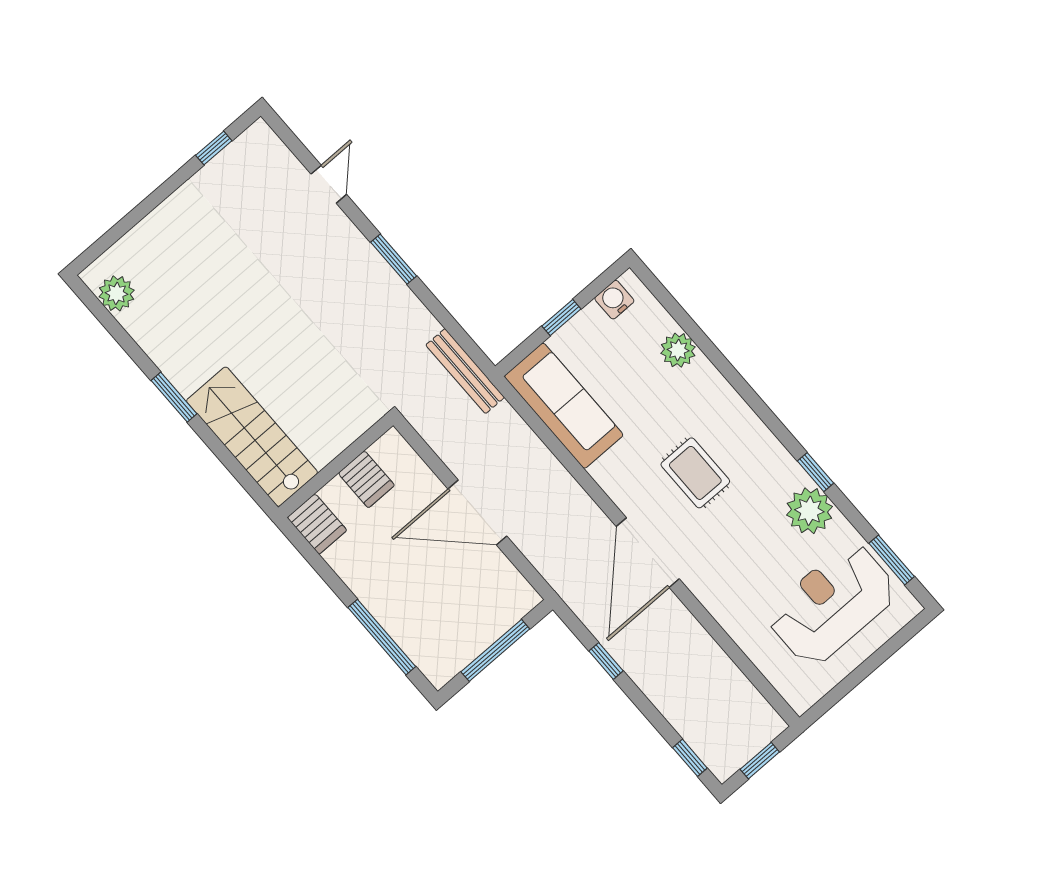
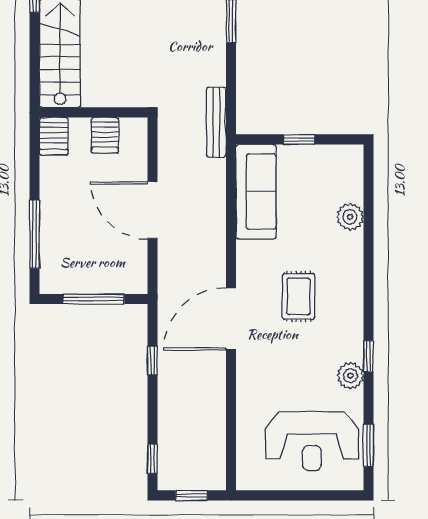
water cooler: (614, 300) -> (338, 156), removed
plant: (809, 511) -> (350, 376), width x0.73, depth x0.73
reception desk: (832, 604) -> (312, 441), turned 180

